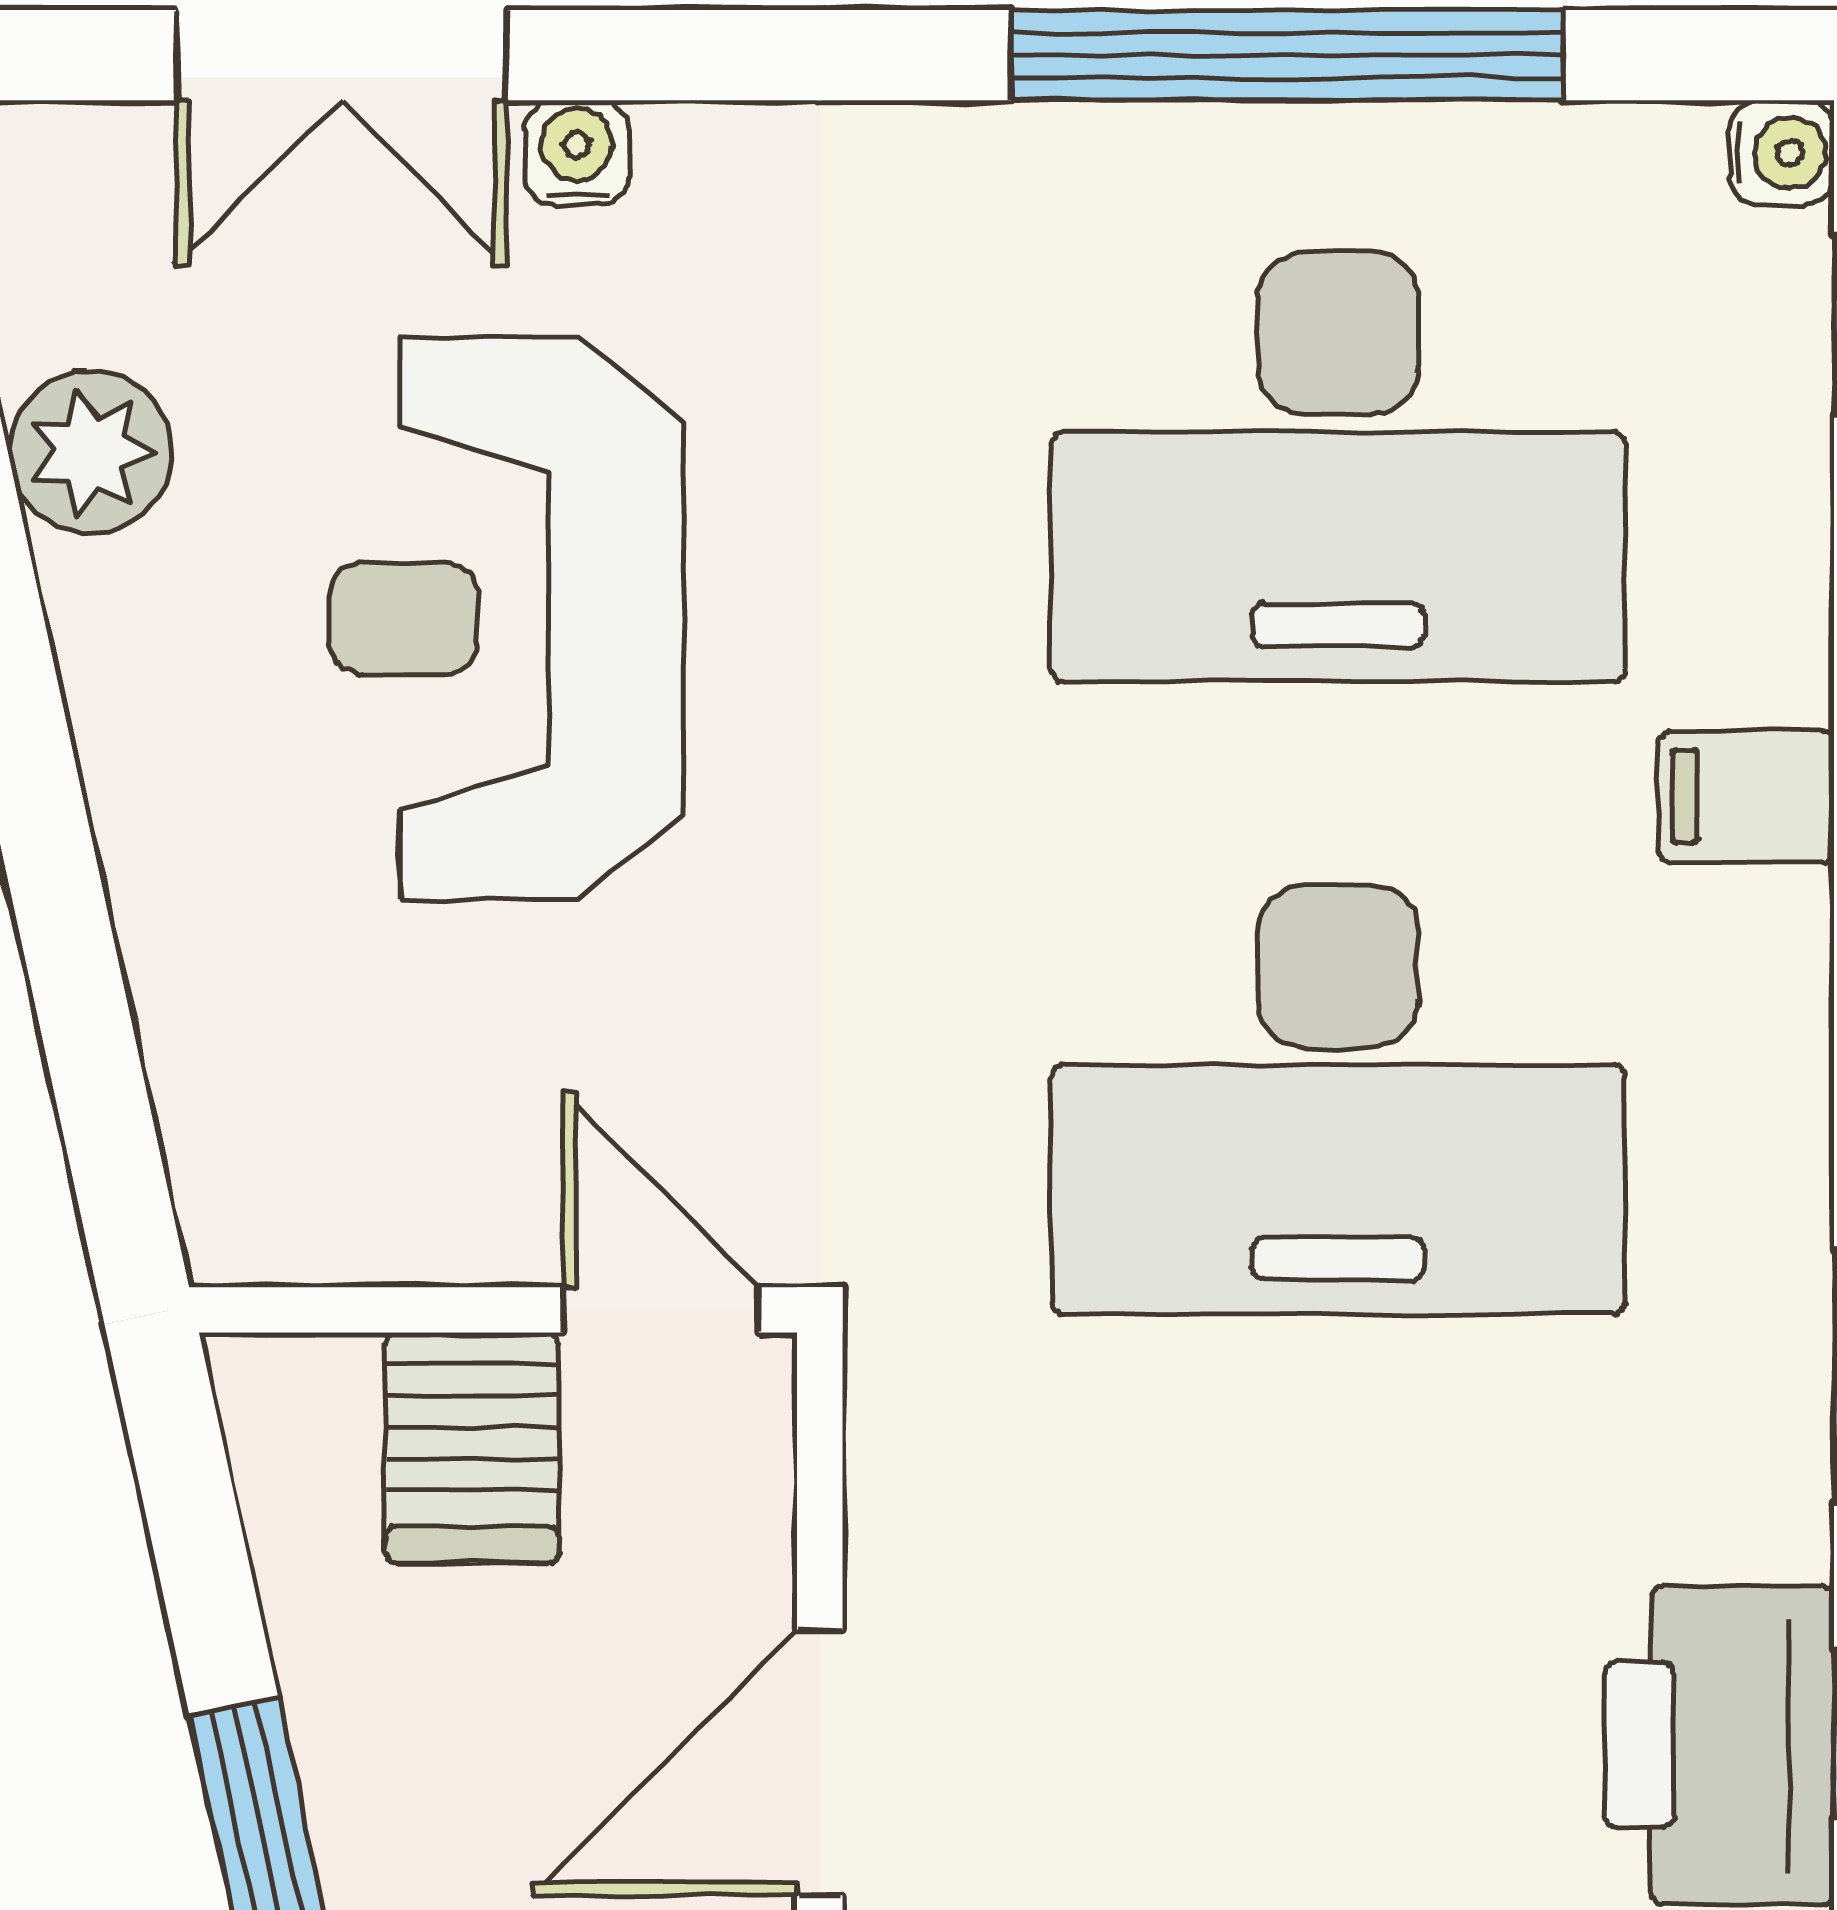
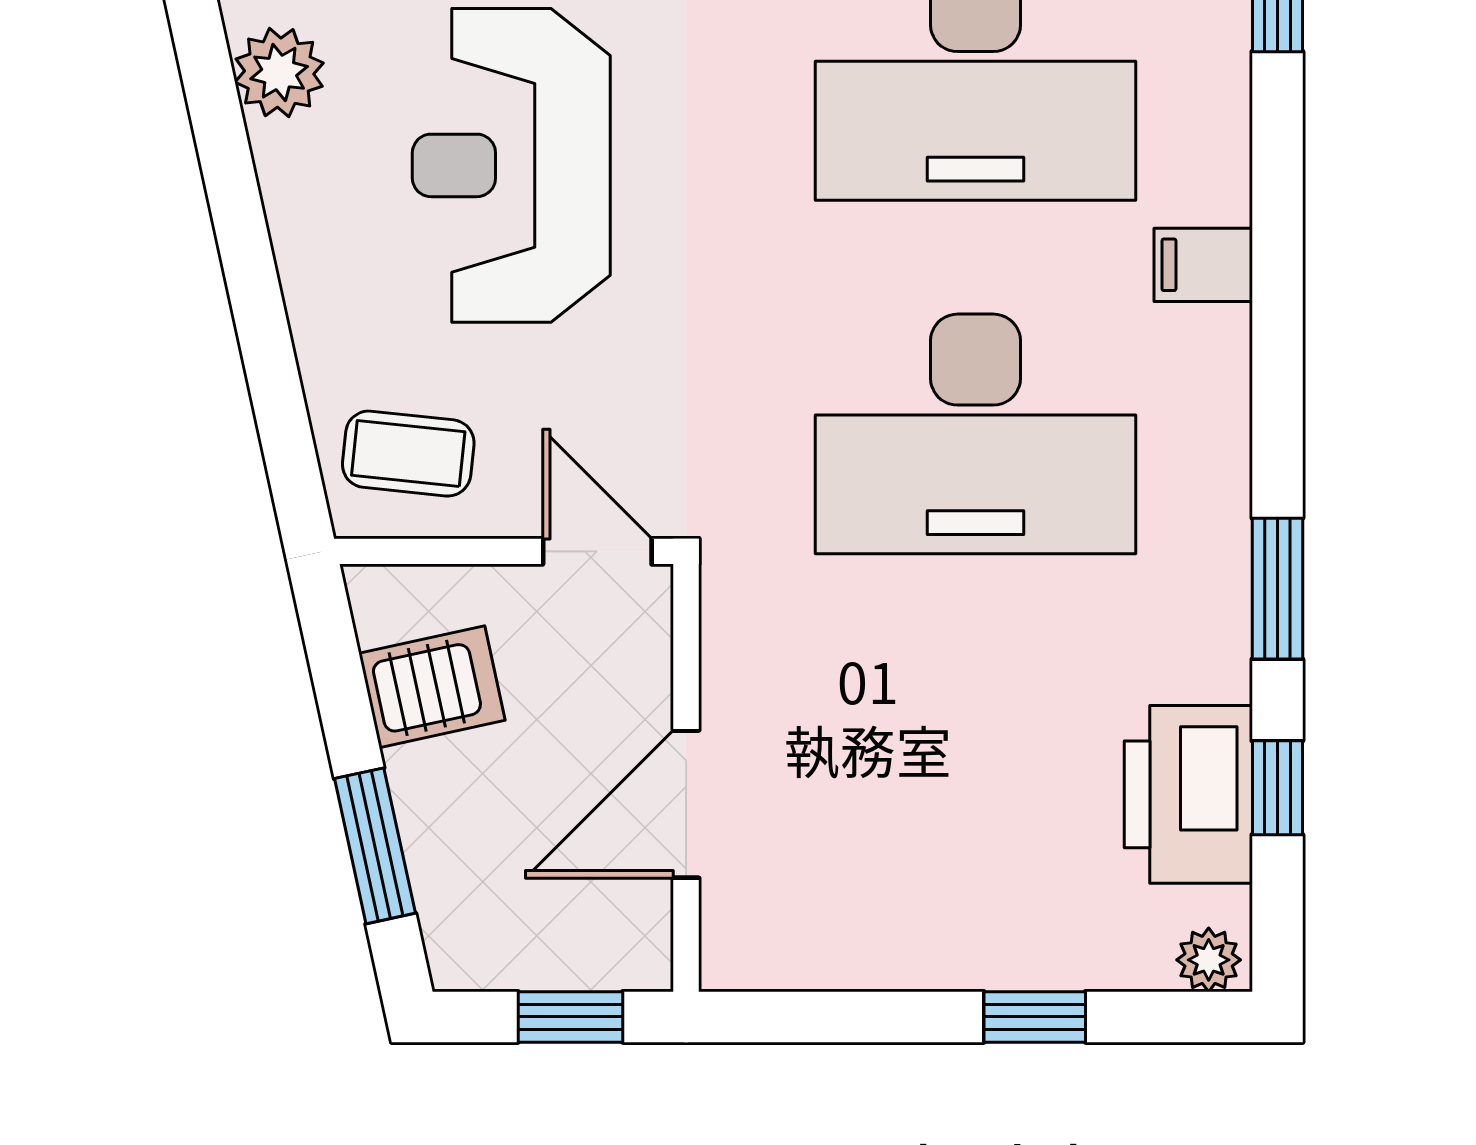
coffee table: (322, 1135) -> (408, 454), added
server rack: (472, 1448) -> (432, 687), moved, turned -102

